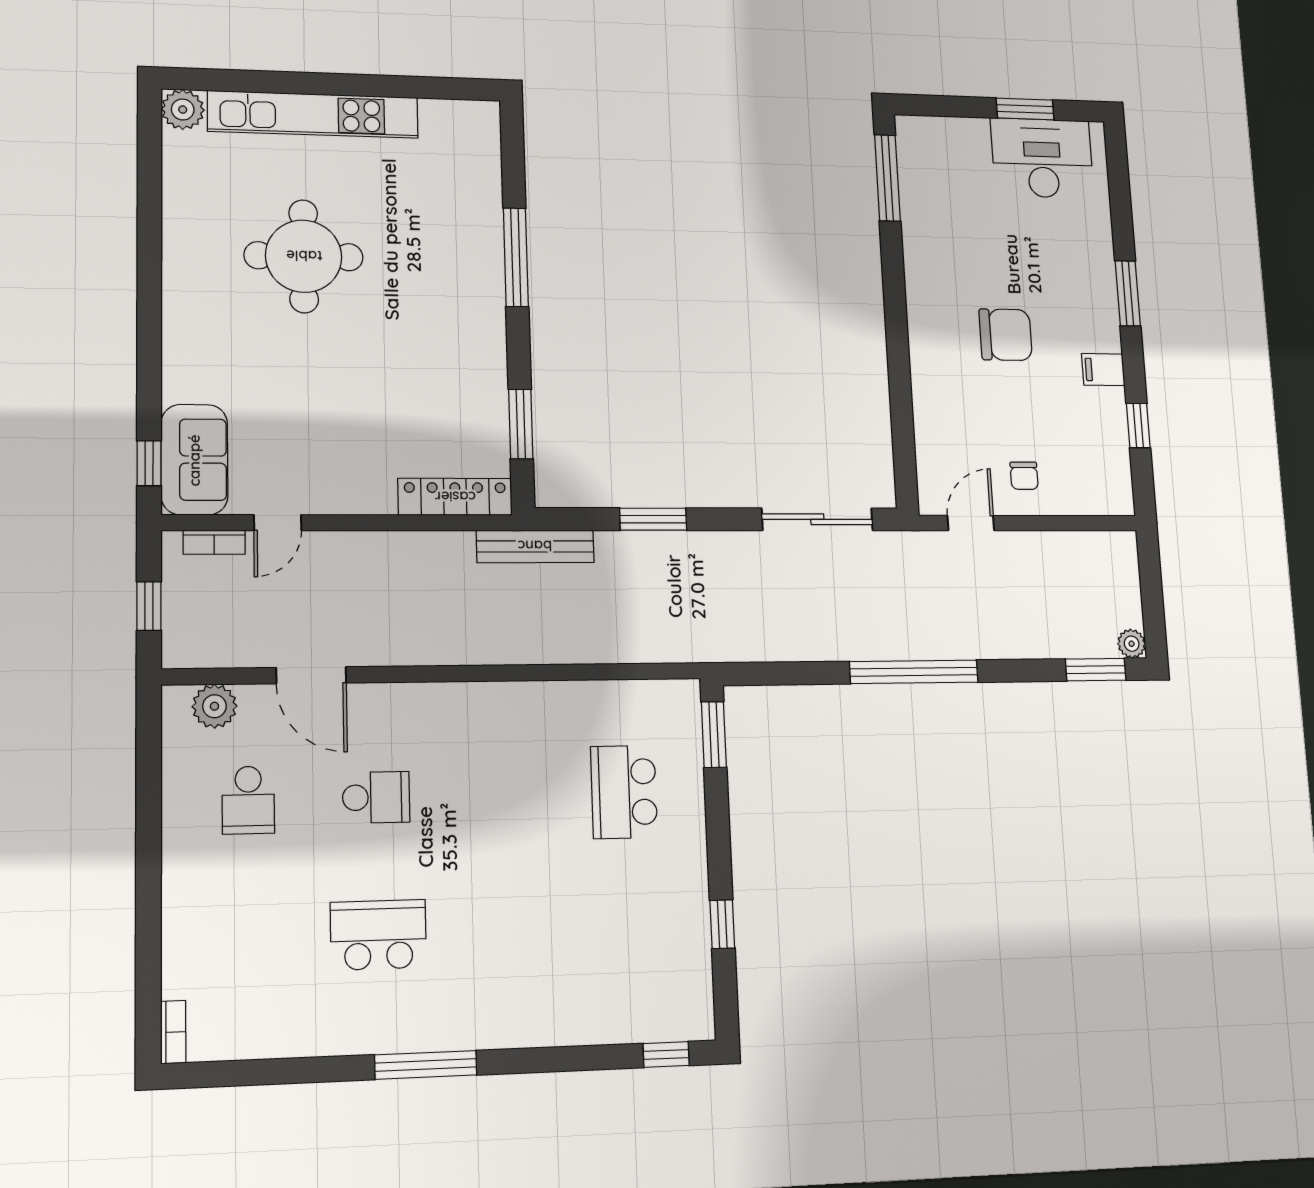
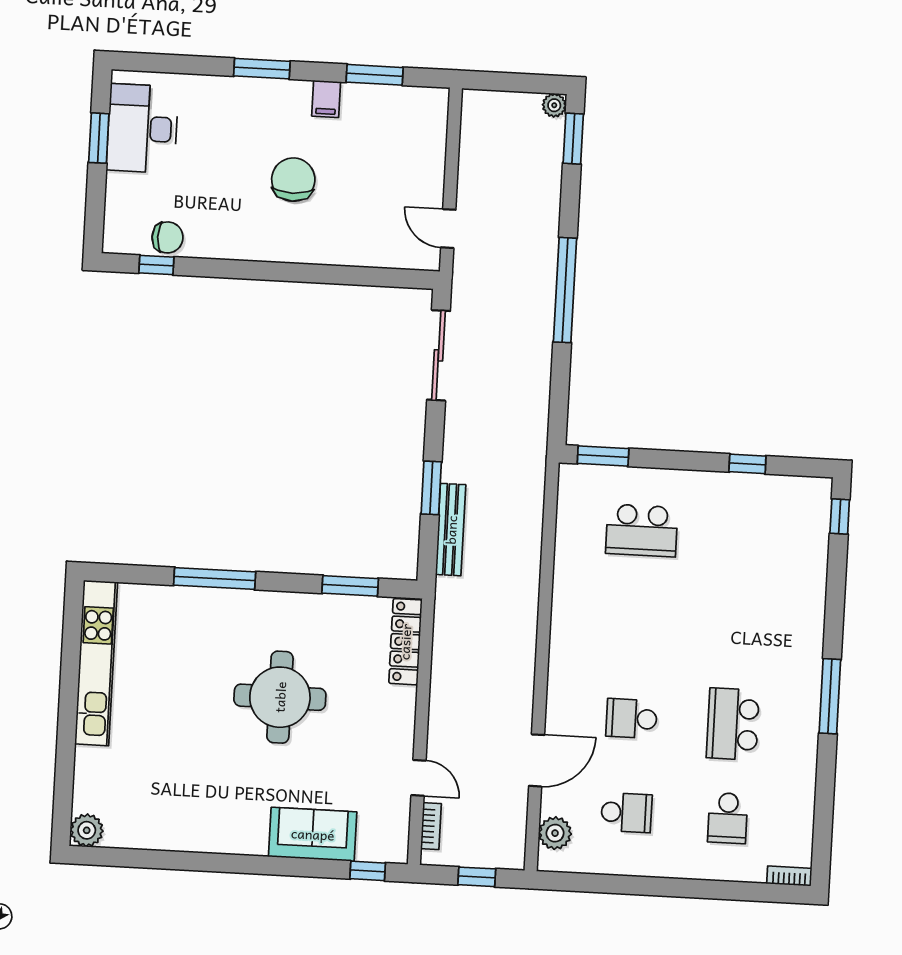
kitchen unit: (313, 114) -> (96, 663), moved
window: (887, 178) -> (156, 265), width x0.46
round table: (304, 256) -> (280, 697), moved
window: (1138, 426) -> (375, 75), width x1.50
sofa: (194, 460) -> (313, 834), moved
chair: (1024, 476) -> (168, 237), moved, width x1.37, depth x1.37
bench: (535, 546) -> (451, 530), moved
school desk: (376, 797) -> (632, 719), turned -90
school desk: (249, 939) -> (728, 818), added

